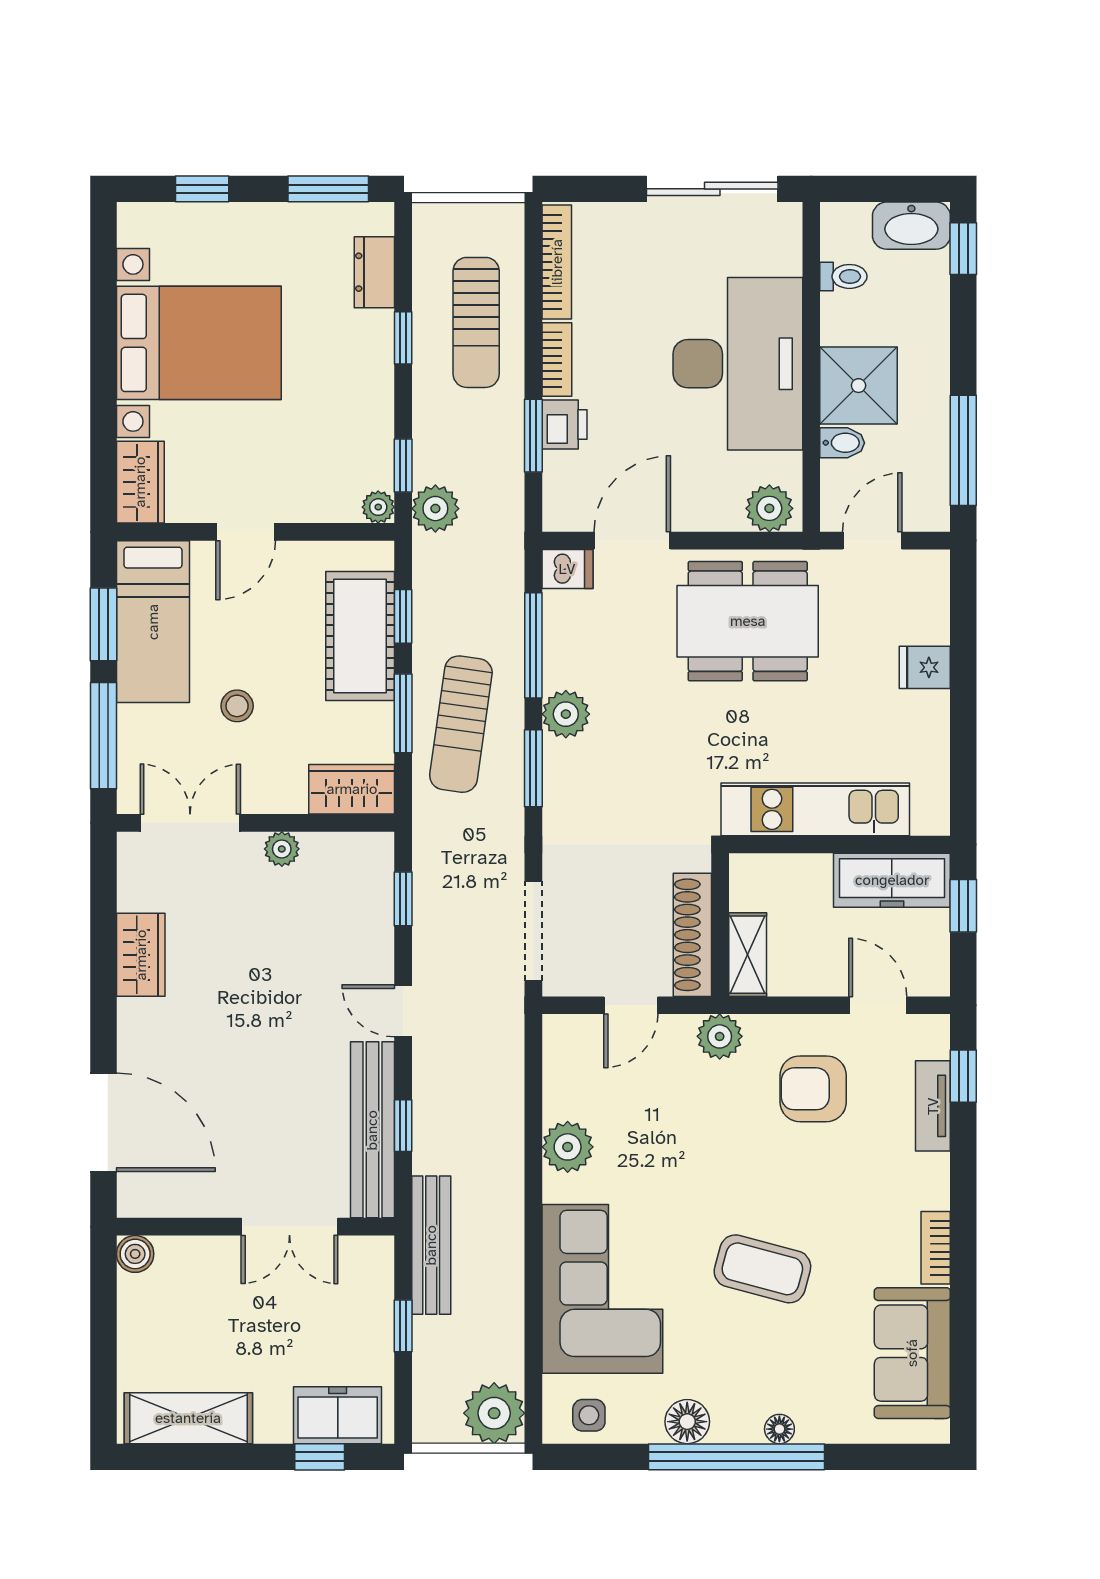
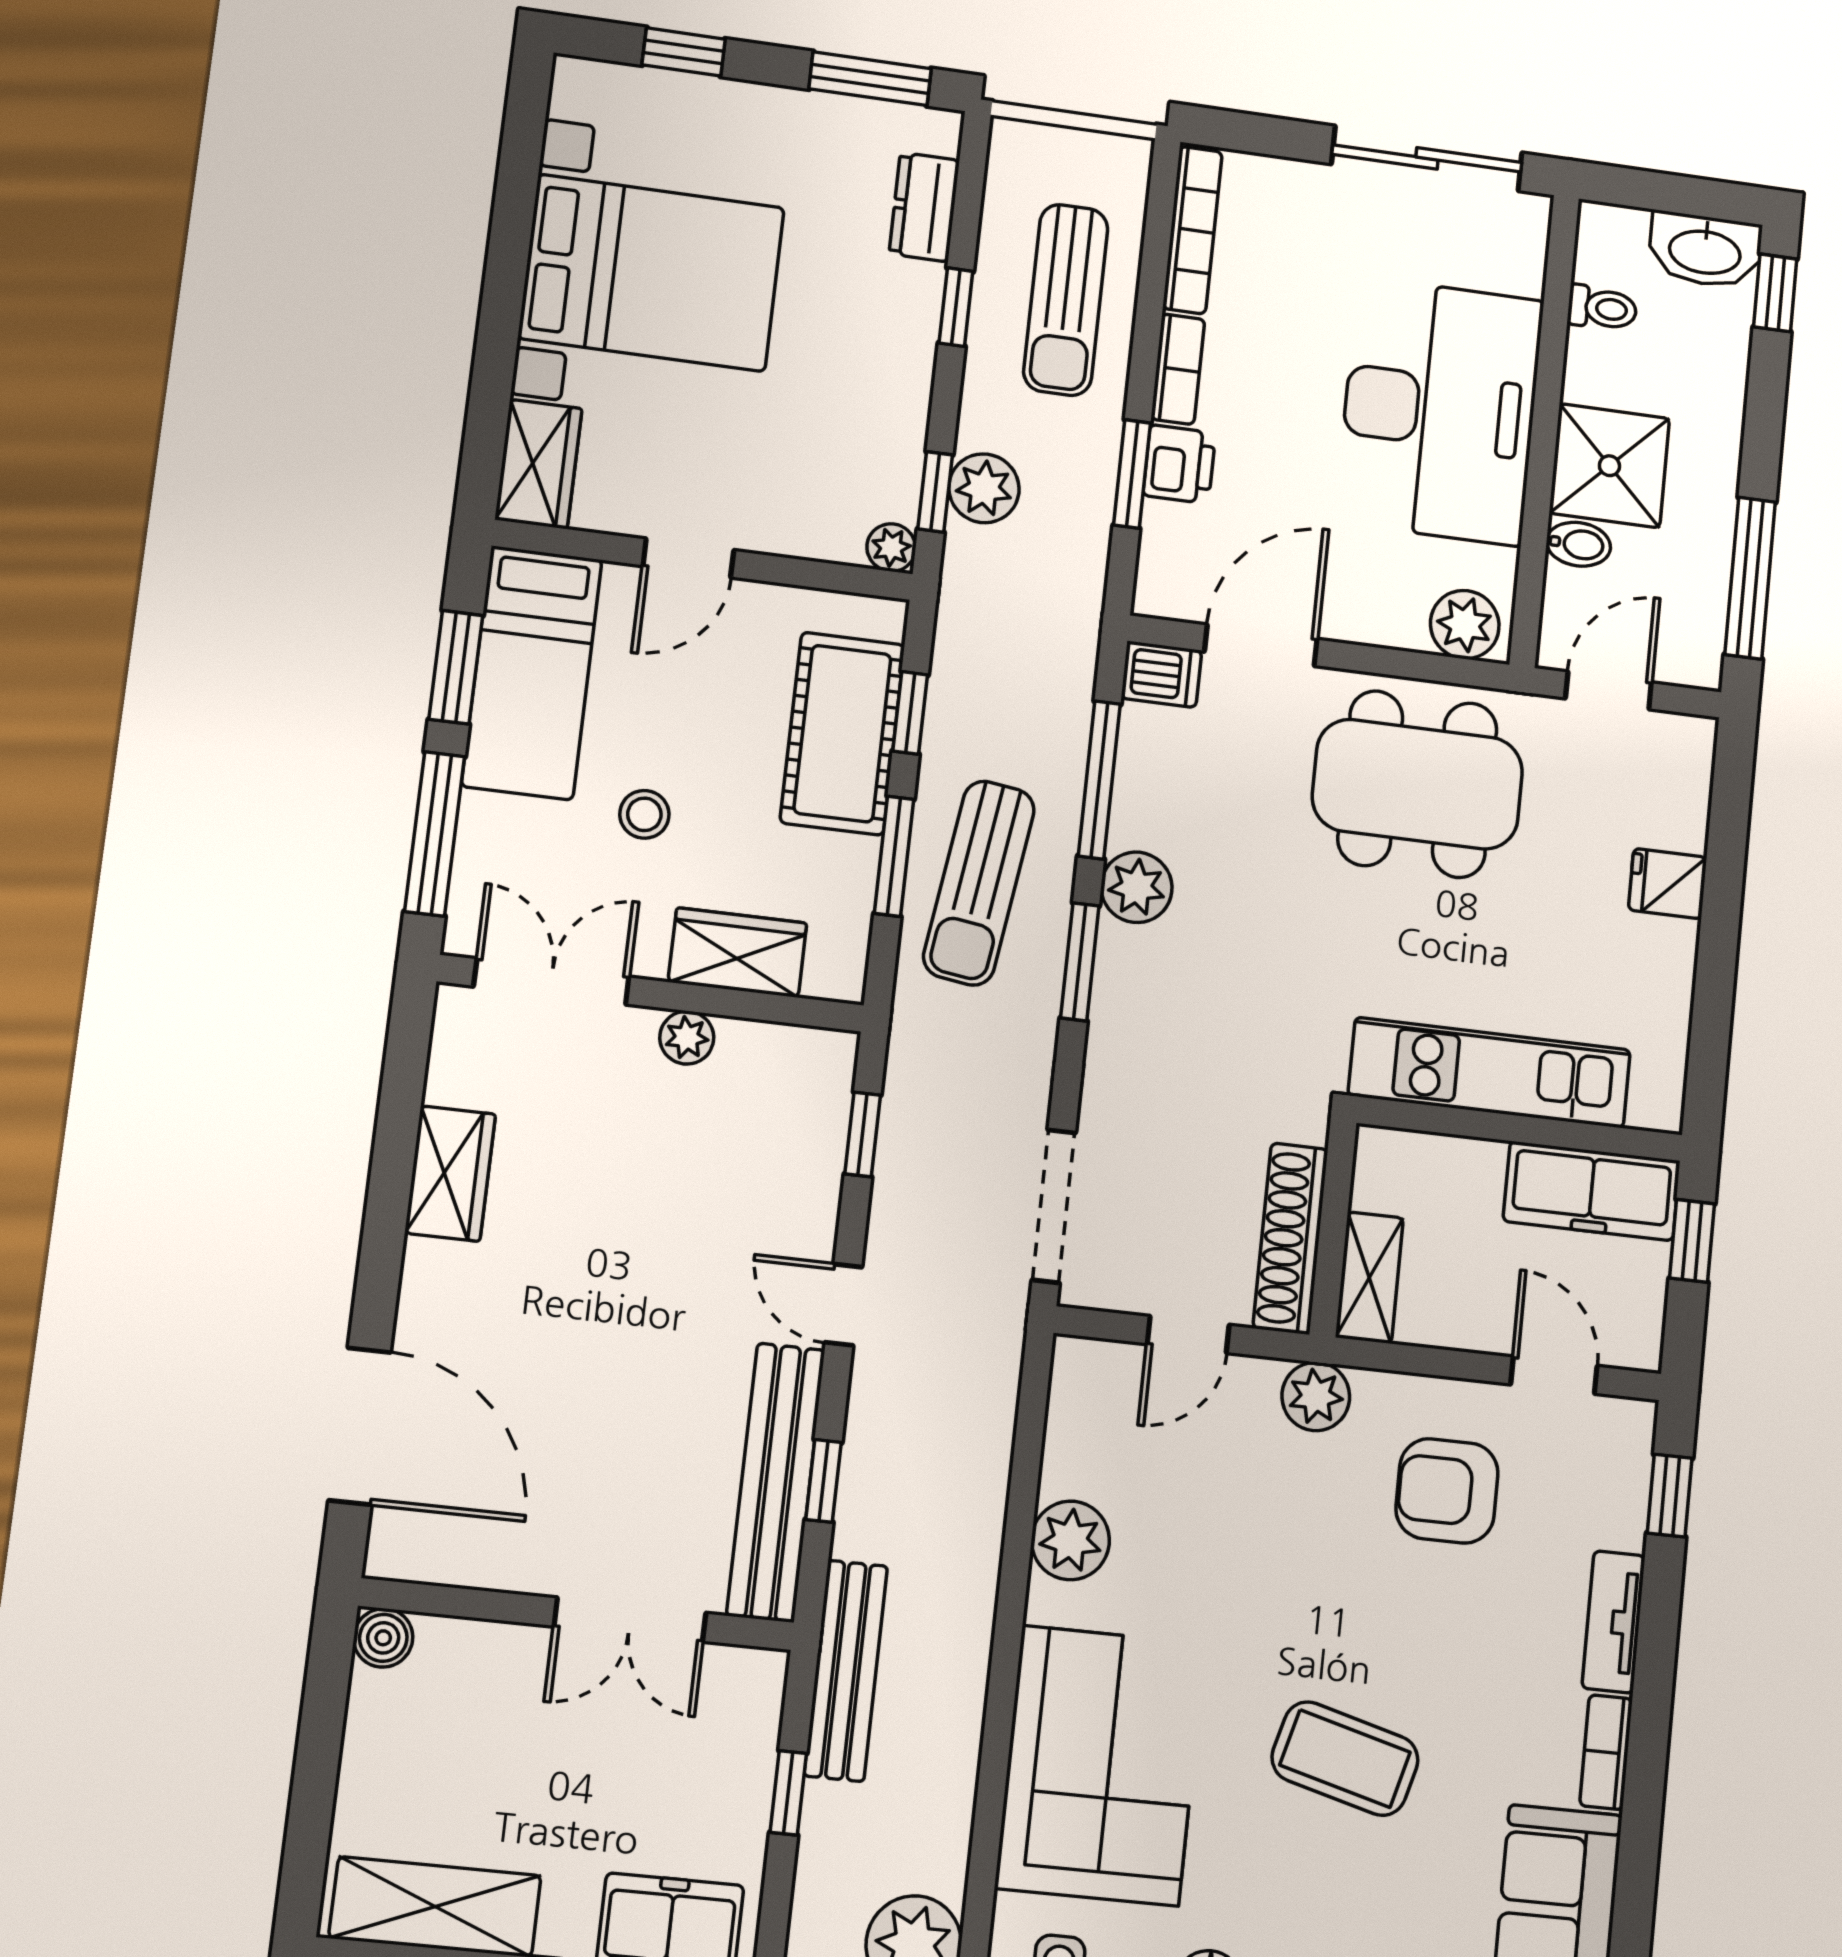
plant: (435, 509) -> (984, 488), moved
wardrobe: (352, 789) -> (738, 952), moved
tv unit: (933, 1106) -> (1614, 1622), moved

